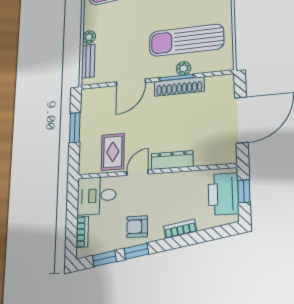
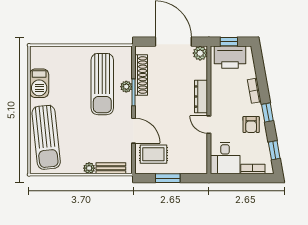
shoe rack: (179, 86) -> (141, 75), moved
rug: (113, 152) -> (153, 154), moved
plant: (227, 155) -> (200, 53), added
window: (136, 251) -> (267, 113), moved

